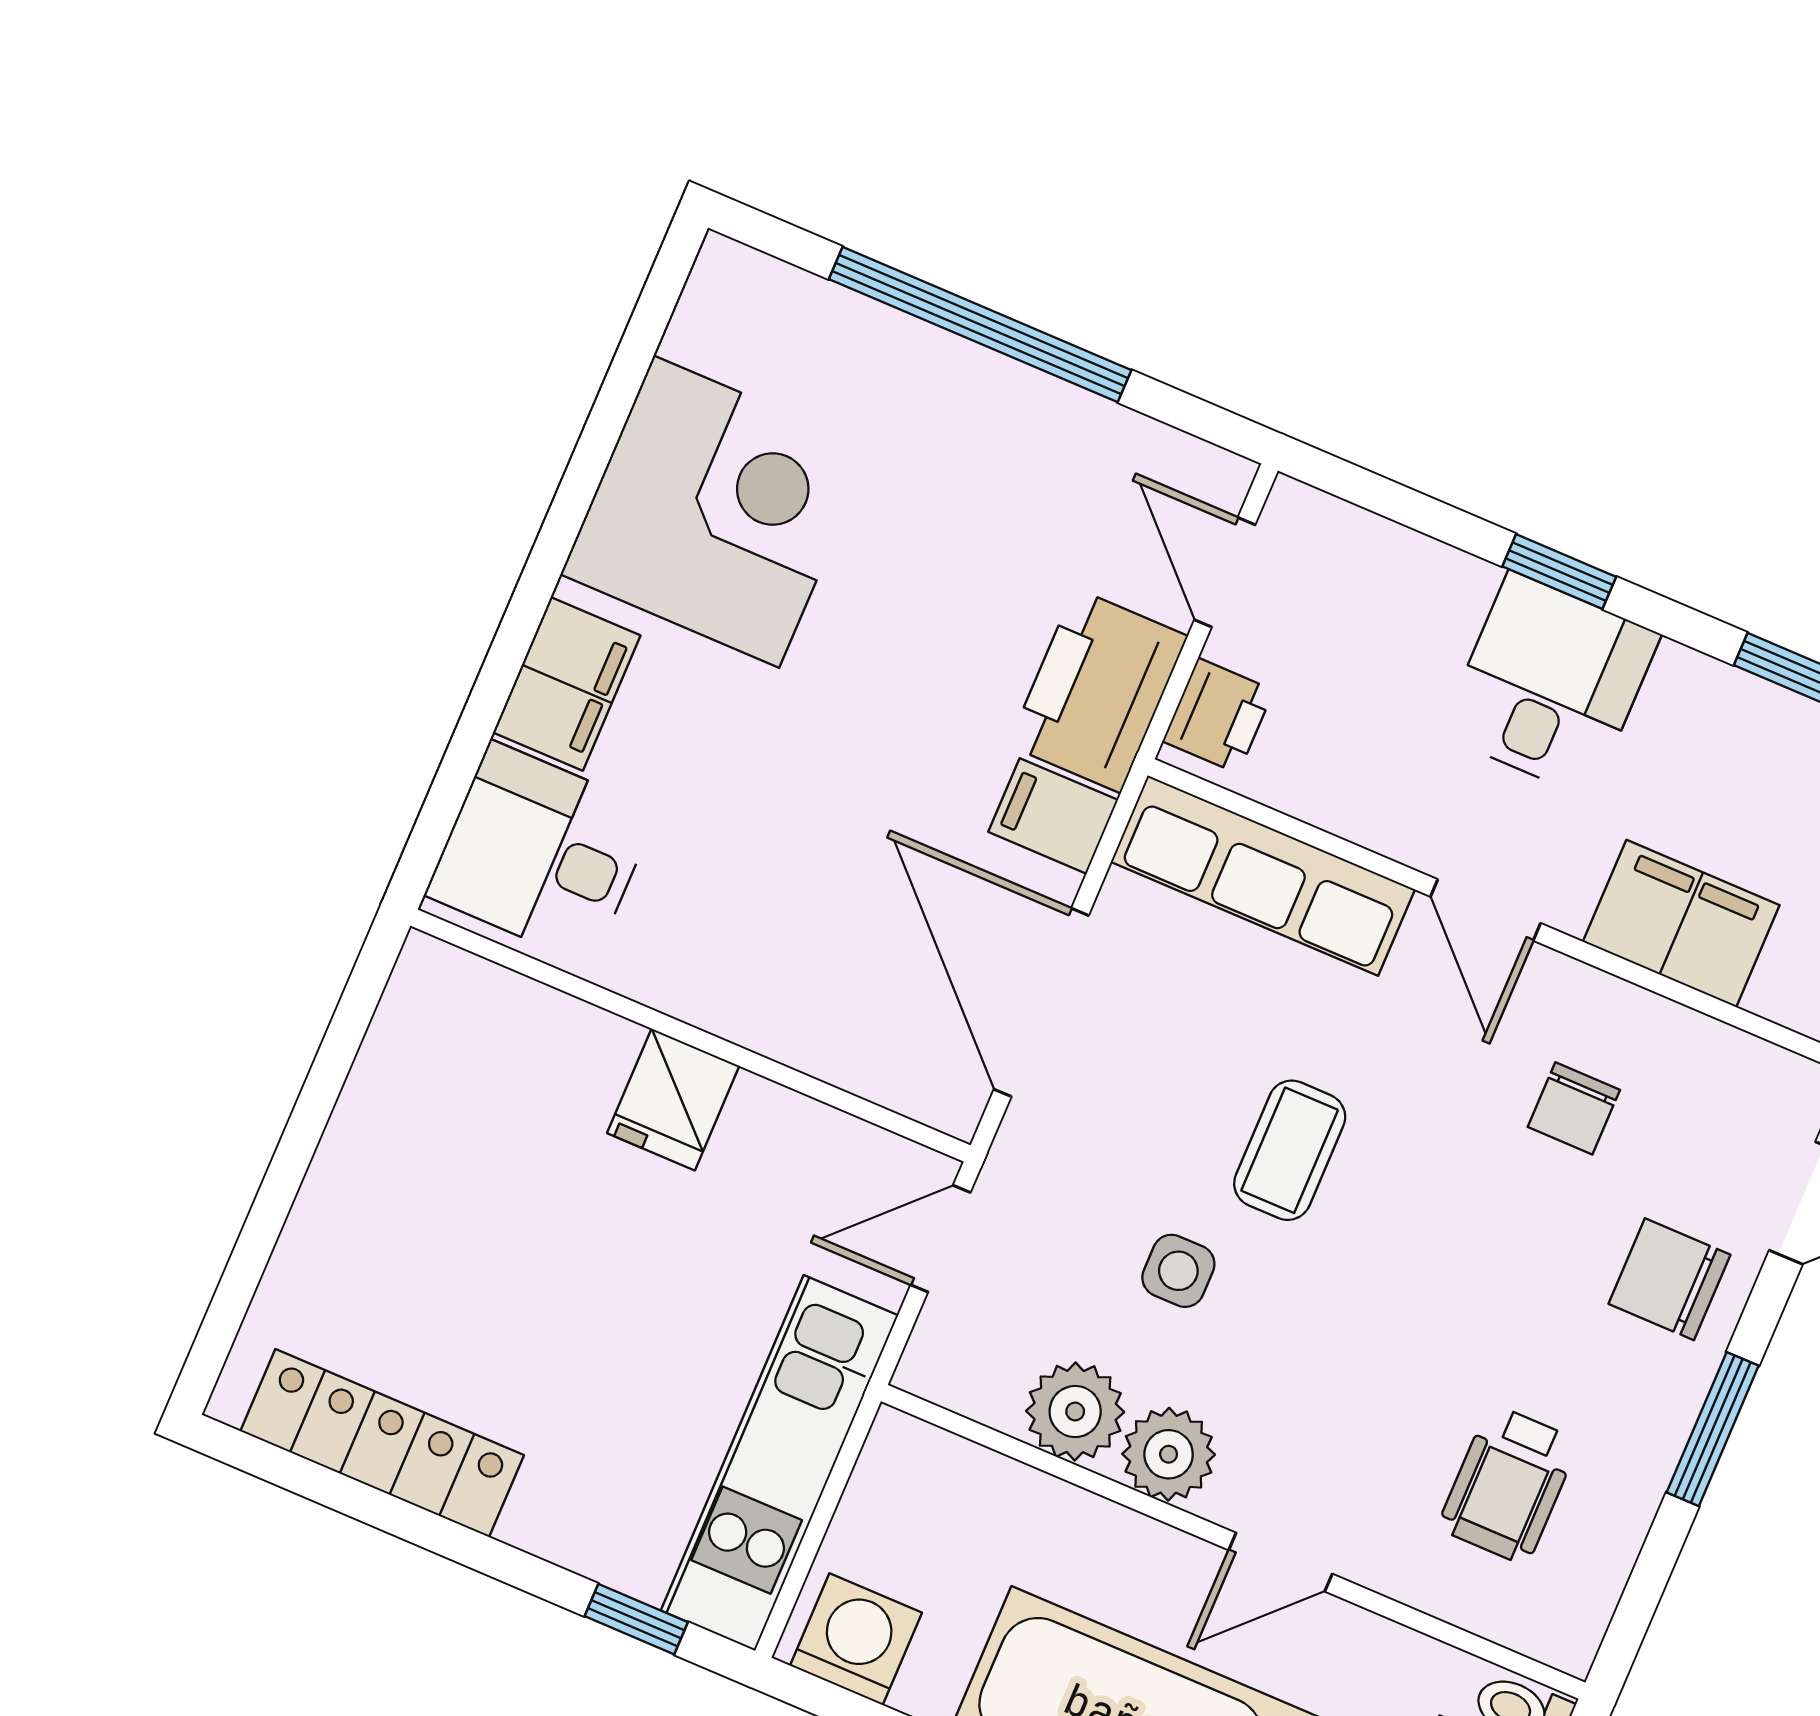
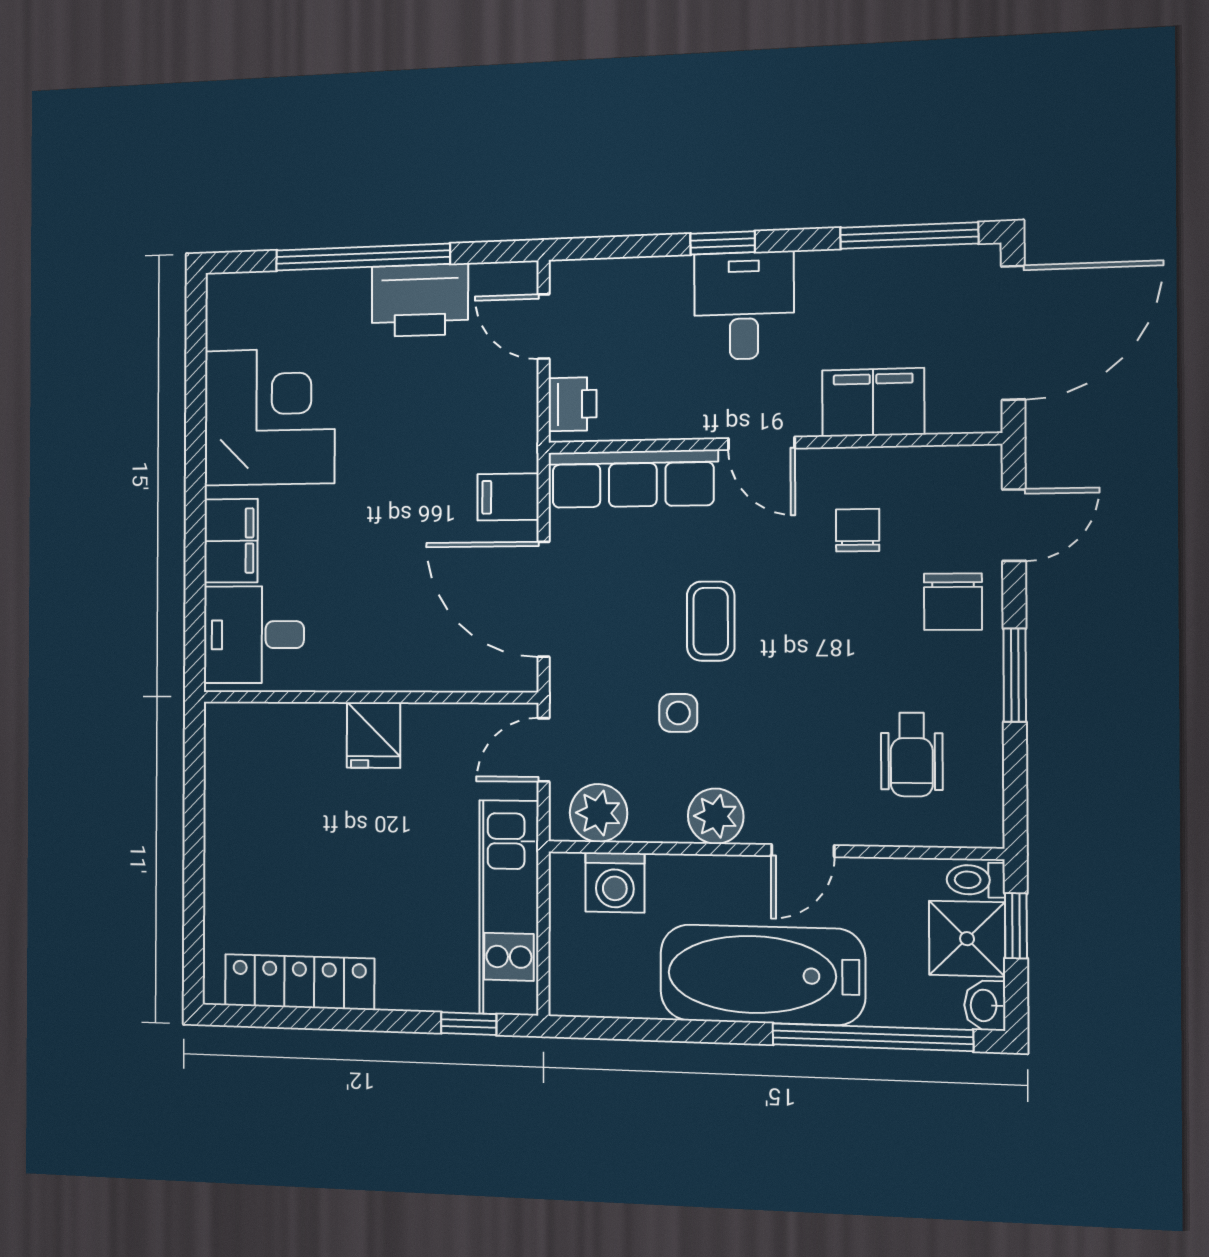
printer: (1098, 691) -> (420, 300), moved, turned -90
chair: (1574, 1108) -> (858, 530), turned 180
chair: (1669, 1279) -> (953, 602), turned -90
plant: (1075, 1412) -> (599, 813), moved
washing machine: (856, 1639) -> (615, 882), moved, turned 180

